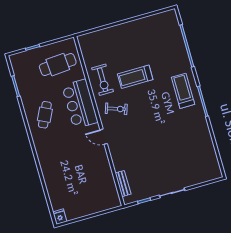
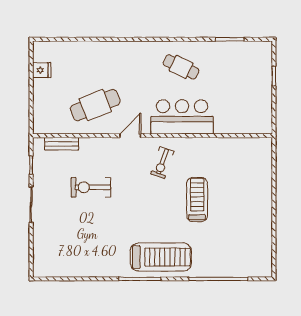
cafe table: (58, 65) -> (95, 105), moved, turned 72
exercise bike: (103, 80) -> (91, 187), moved
treadmill: (183, 91) -> (161, 257), width x1.37, depth x1.38
fridge: (60, 217) -> (42, 70), moved

